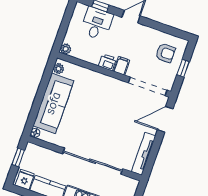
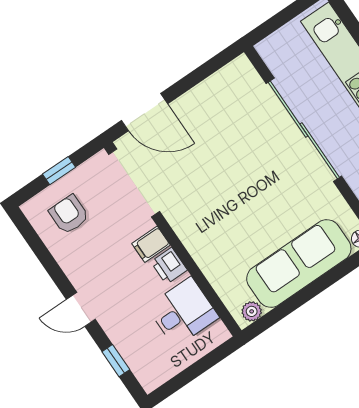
desk: (97, 24) -> (183, 312), moved, turned 180
plant: (66, 49) -> (218, 334), removed
tv unit: (143, 154) -> (217, 84), removed

